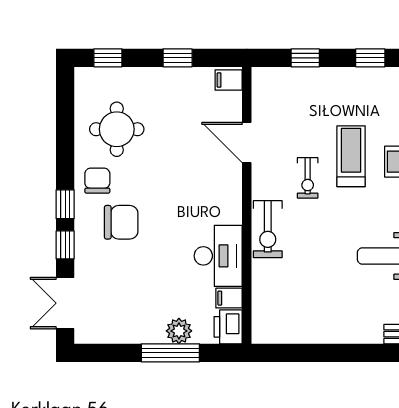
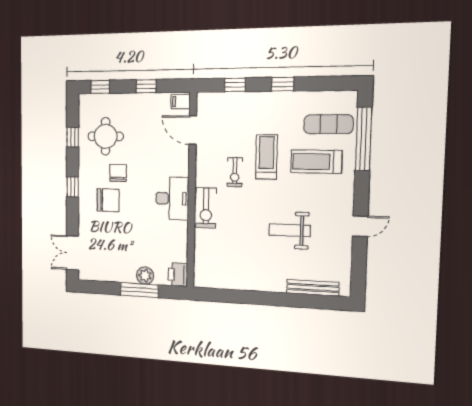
door: (247, 142) -> (193, 130), moved
chair: (97, 181) -> (118, 173), moved
window: (65, 245) -> (73, 137), moved
desk: (218, 256) -> (172, 198), moved
filing cabinet: (229, 298) -> (179, 255), removed

